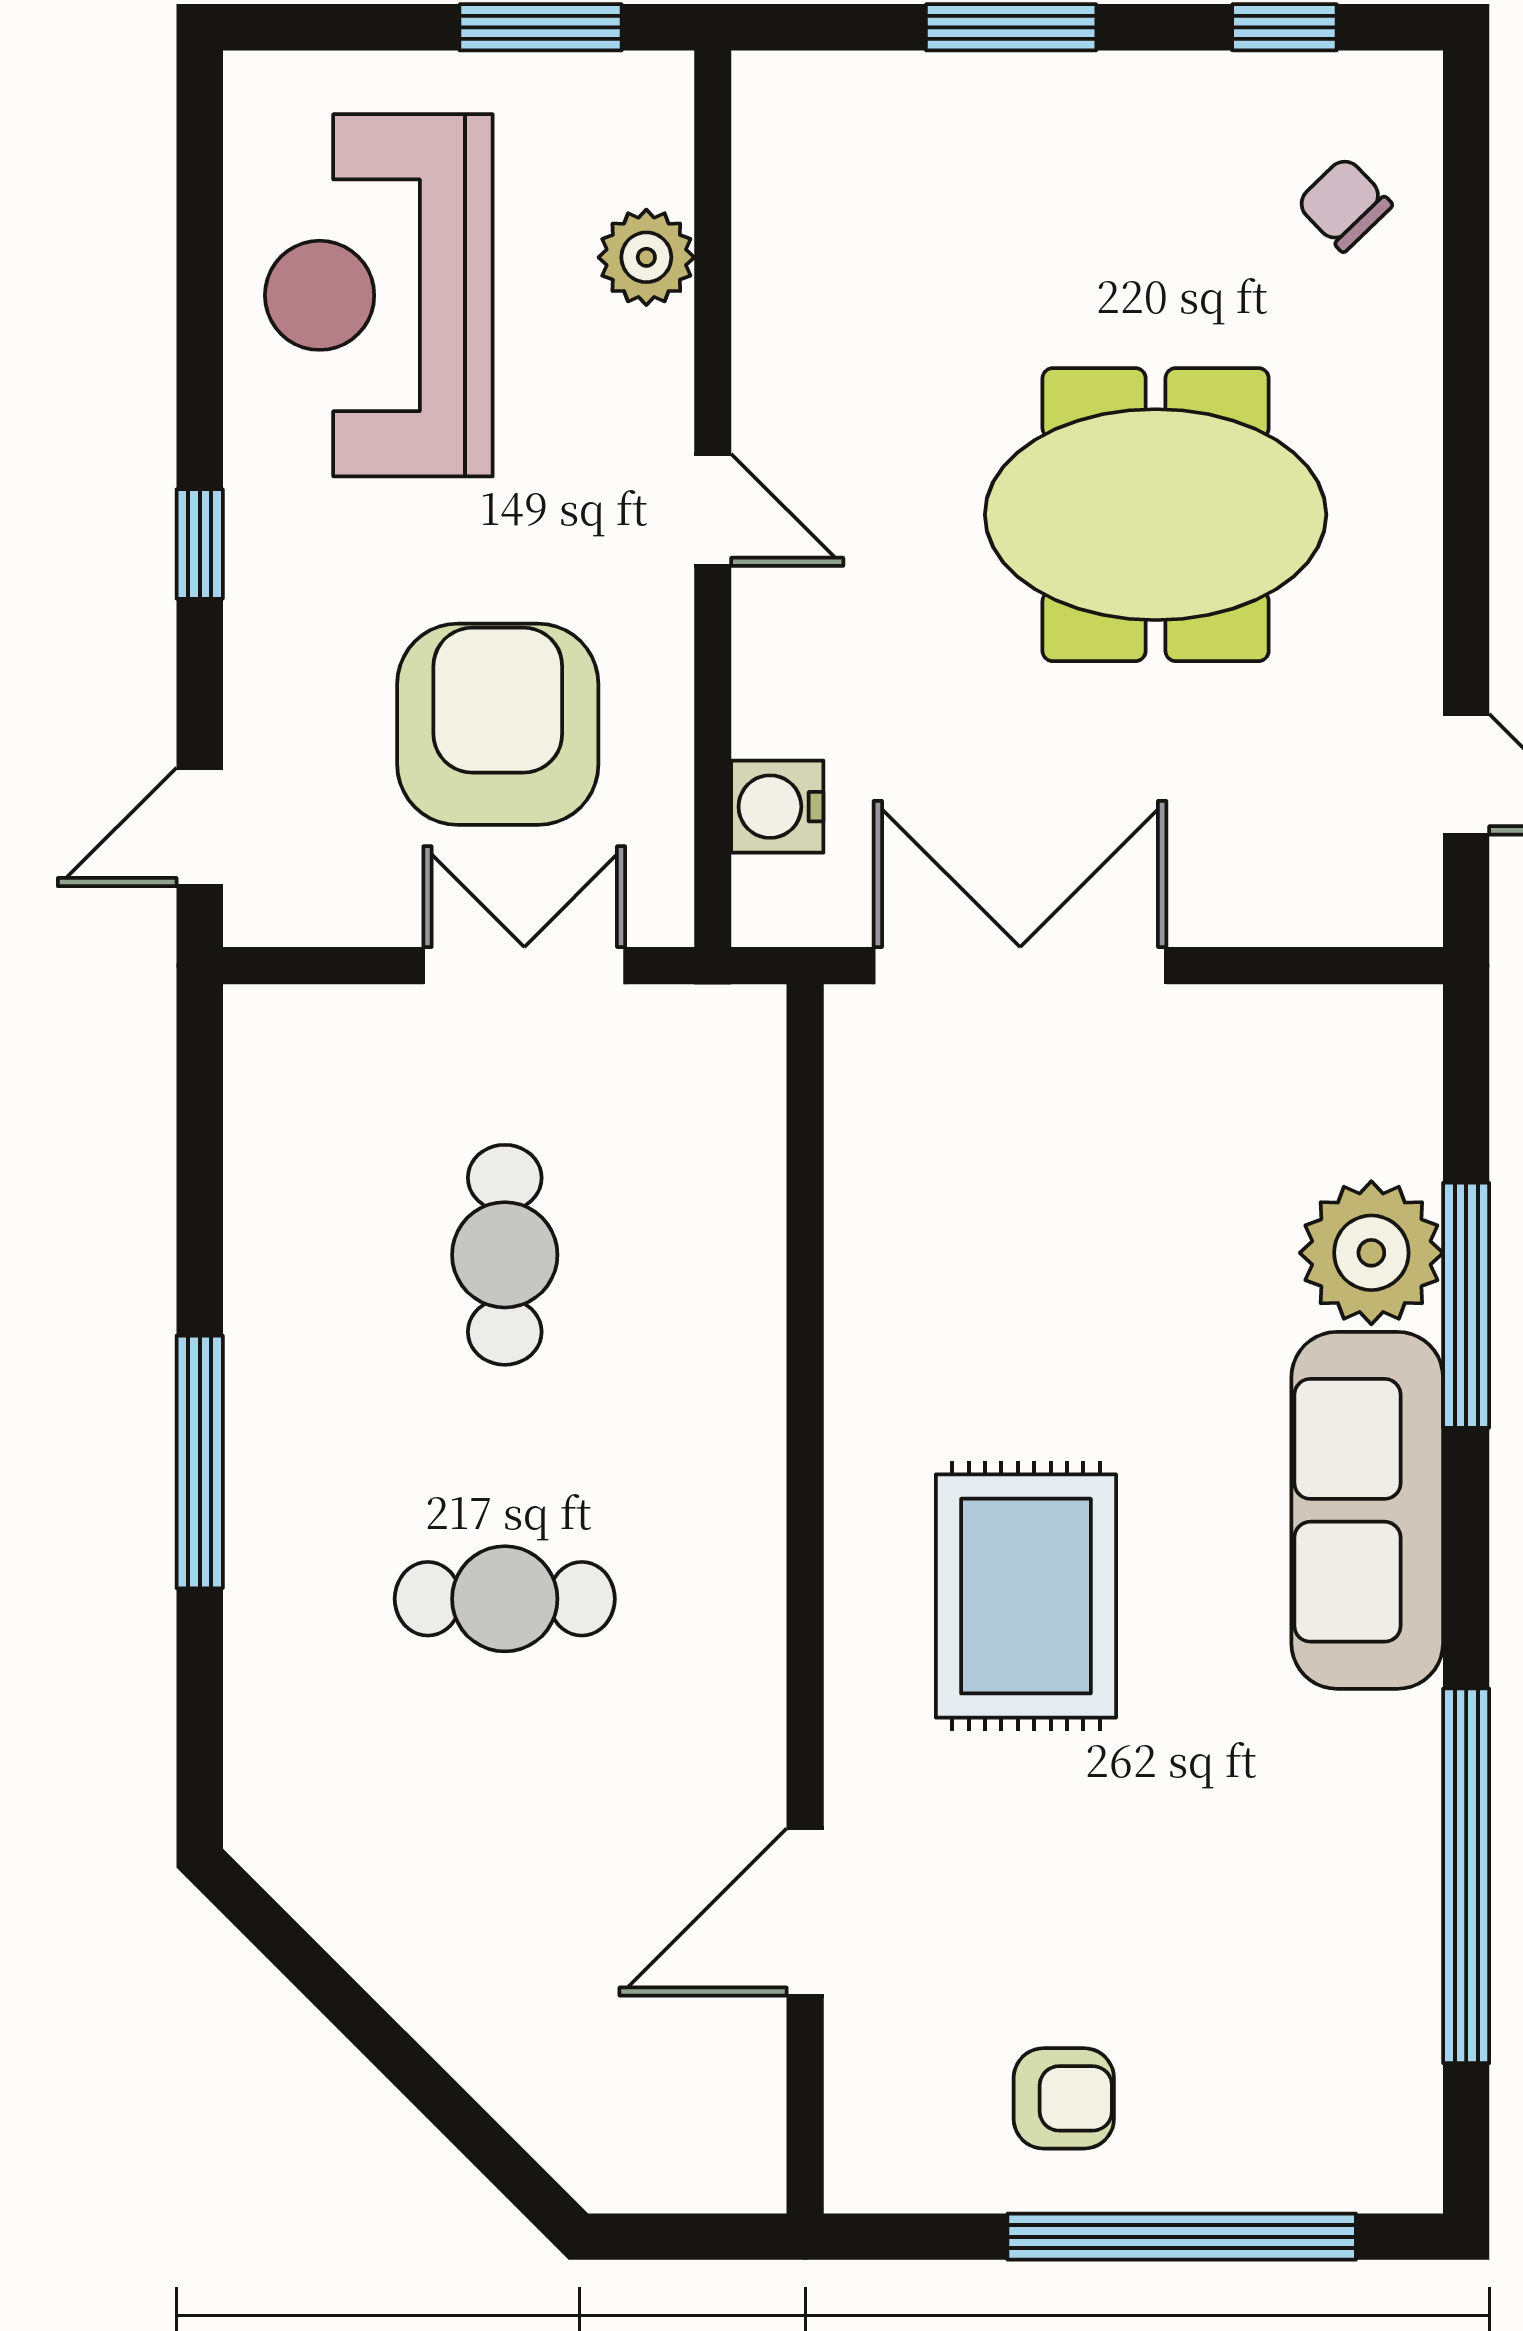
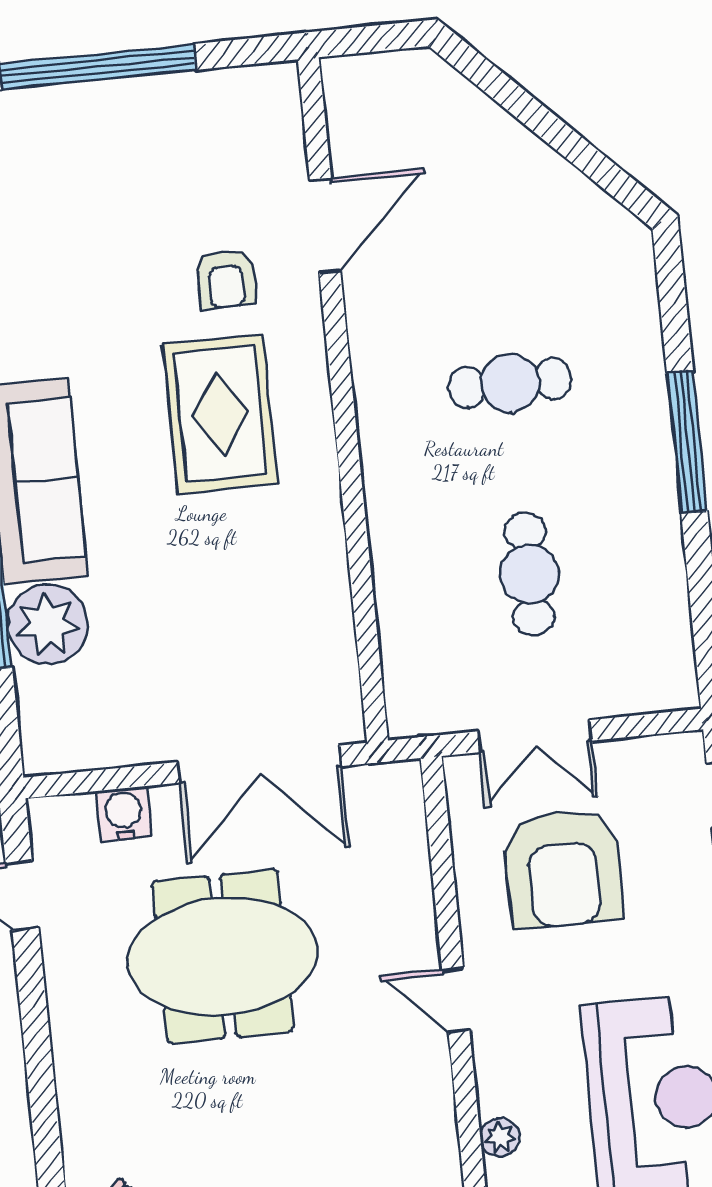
plant: (646, 257) -> (500, 1137), width x0.73, depth x0.73
meeting table: (1156, 515) -> (223, 956), moved
water cooler: (777, 807) -> (124, 814), moved, turned -90
armchair: (1064, 2098) -> (226, 279), moved, turned -90

